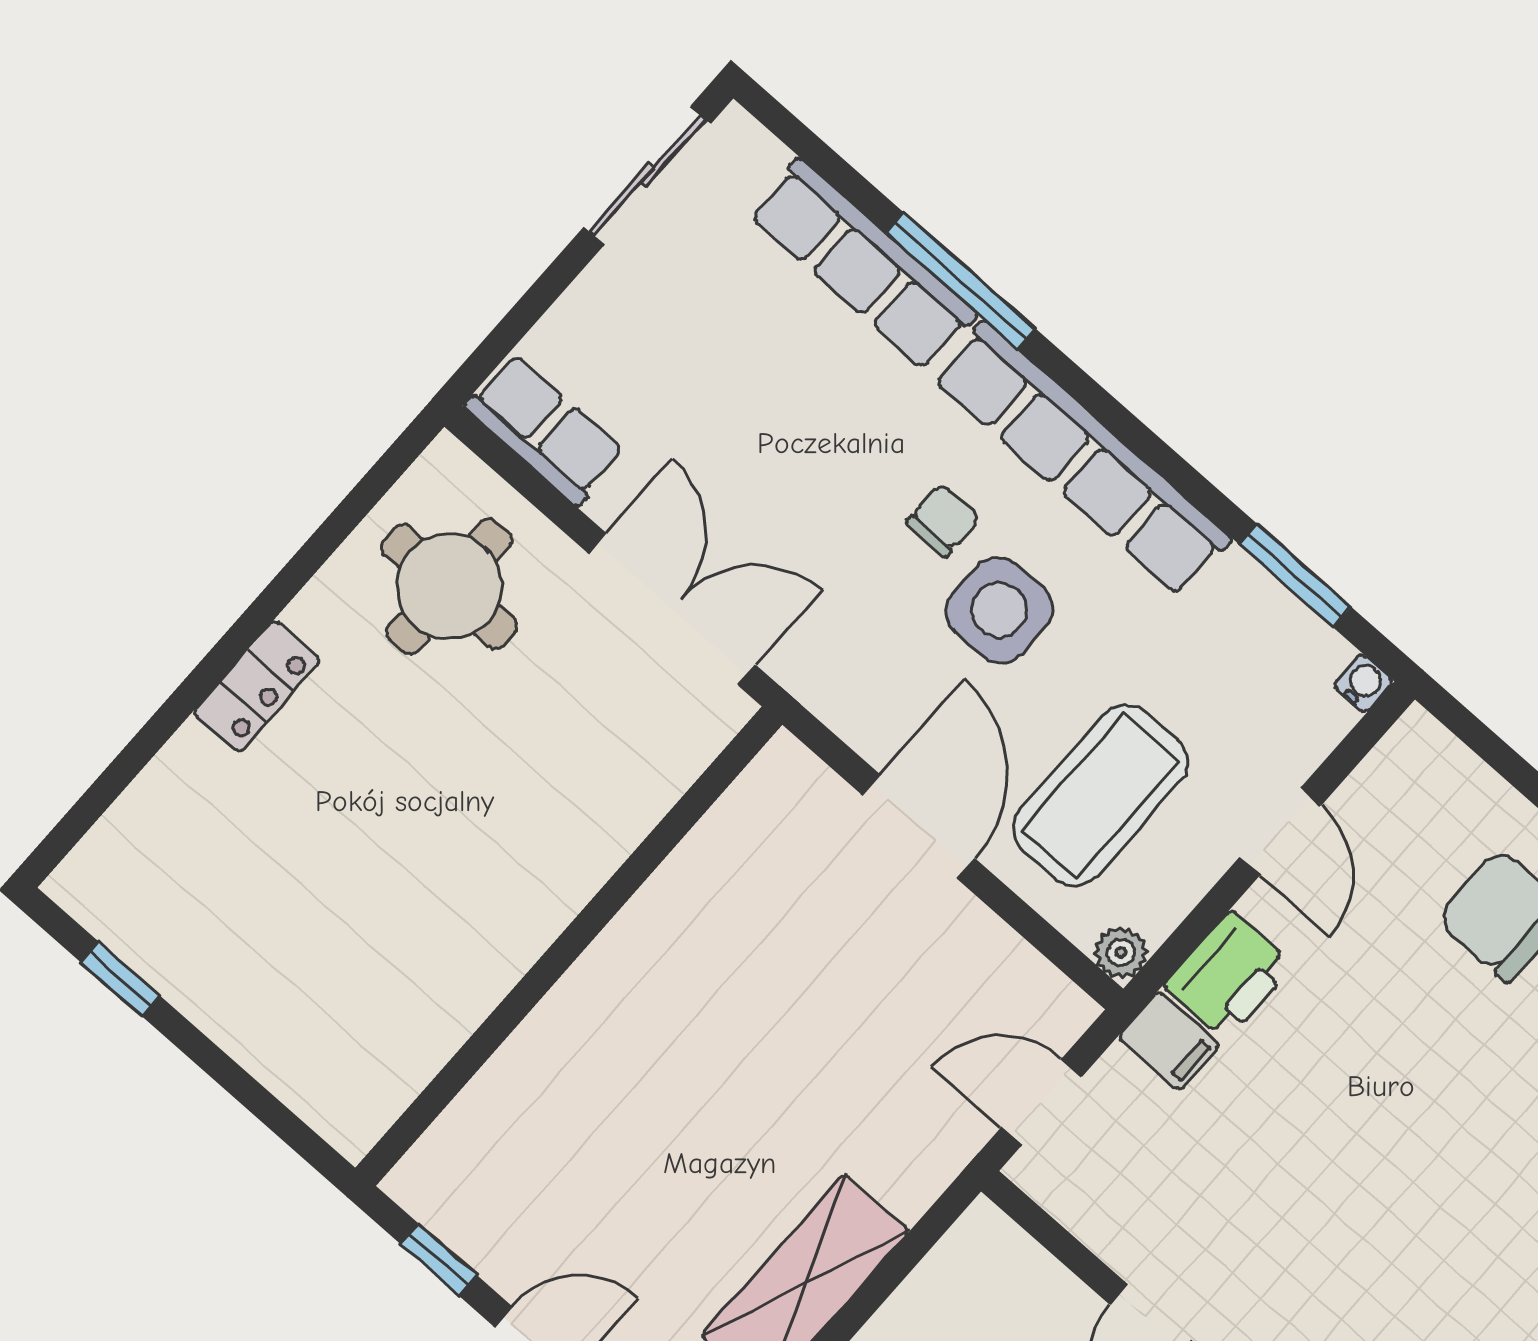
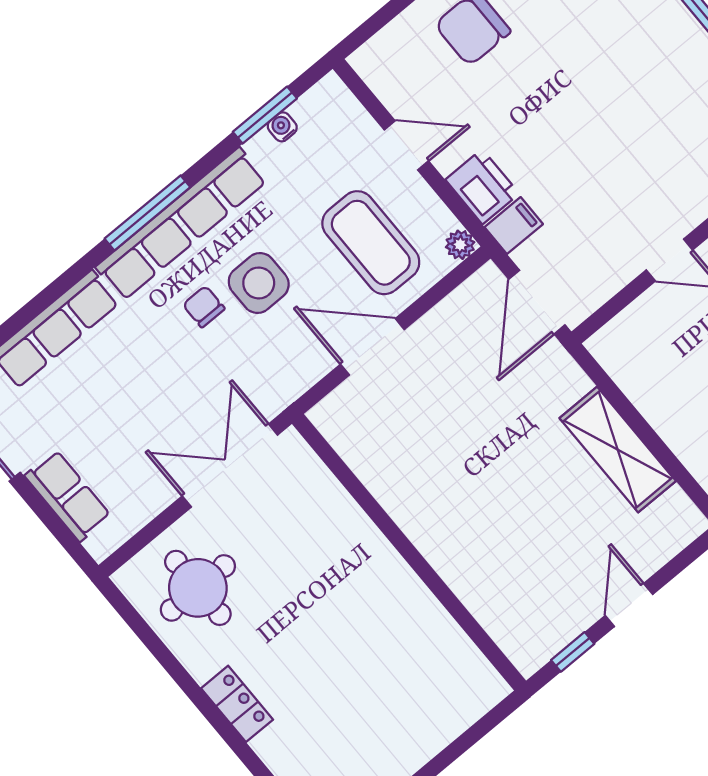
window: (961, 281) -> (147, 213), moved
row of seats: (545, 429) -> (68, 496), moved, turned 90
water cooler: (1363, 683) -> (282, 127), moved
door: (1041, 1102) -> (537, 302), width x1.38

